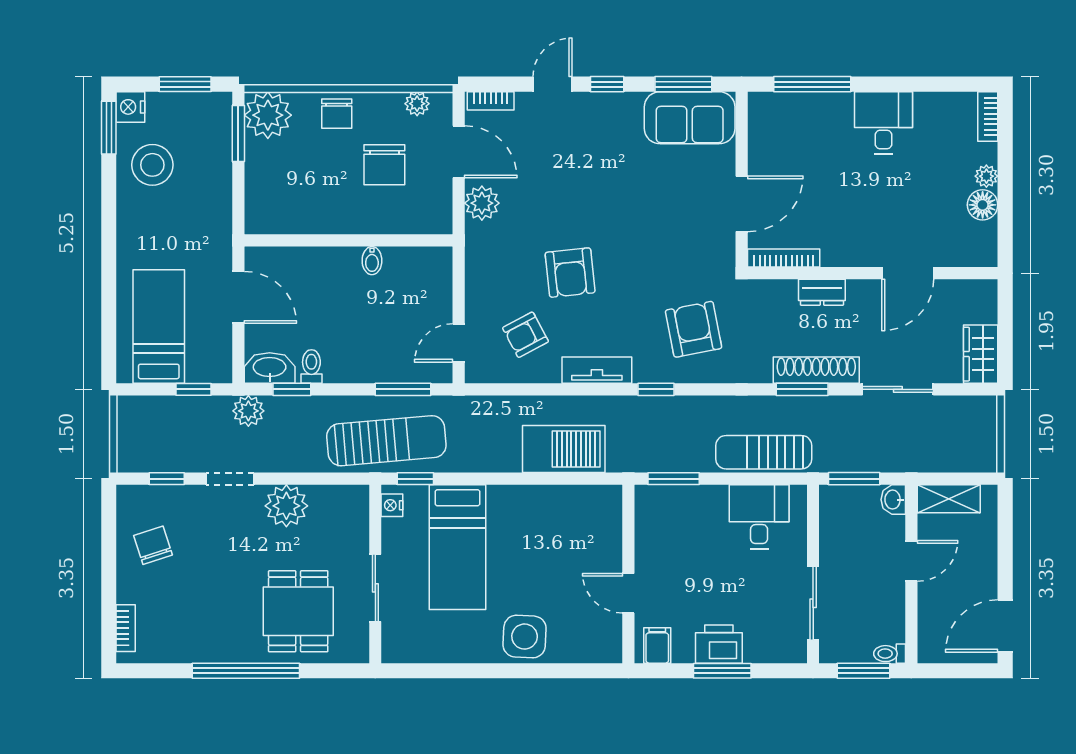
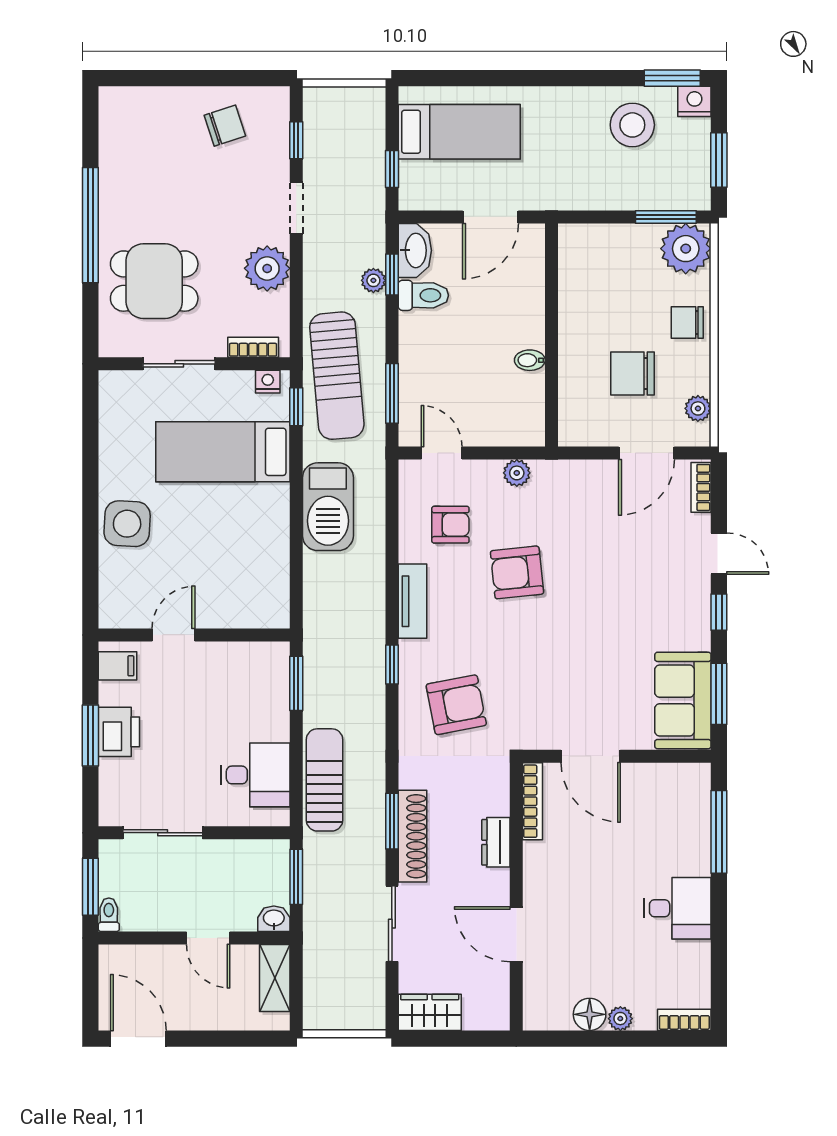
plant: (482, 203) -> (517, 473), moved, width x0.73, depth x0.73
armchair: (525, 335) -> (450, 525), turned 118
toilet: (311, 366) -> (423, 295), width x1.37, depth x1.39
plant: (248, 411) -> (373, 280), moved, width x0.73, depth x0.73
barbecue: (564, 449) -> (328, 507), moved
bookcase: (126, 628) -> (253, 347), moved, turned 180

